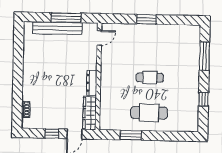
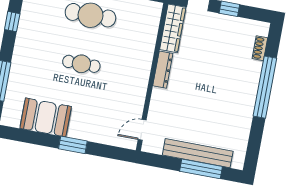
window: (66, 18) -> (201, 169), moved
booth: (169, 36) -> (46, 117), added
window: (18, 83) -> (265, 87), added

